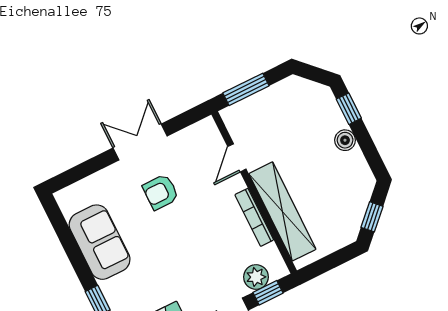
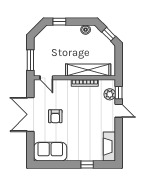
boiler: (345, 140) -> (86, 30), moved
double door: (140, 142) -> (30, 114), width x1.37
door: (237, 158) -> (46, 78), moved
sofa: (100, 242) -> (50, 152), moved

